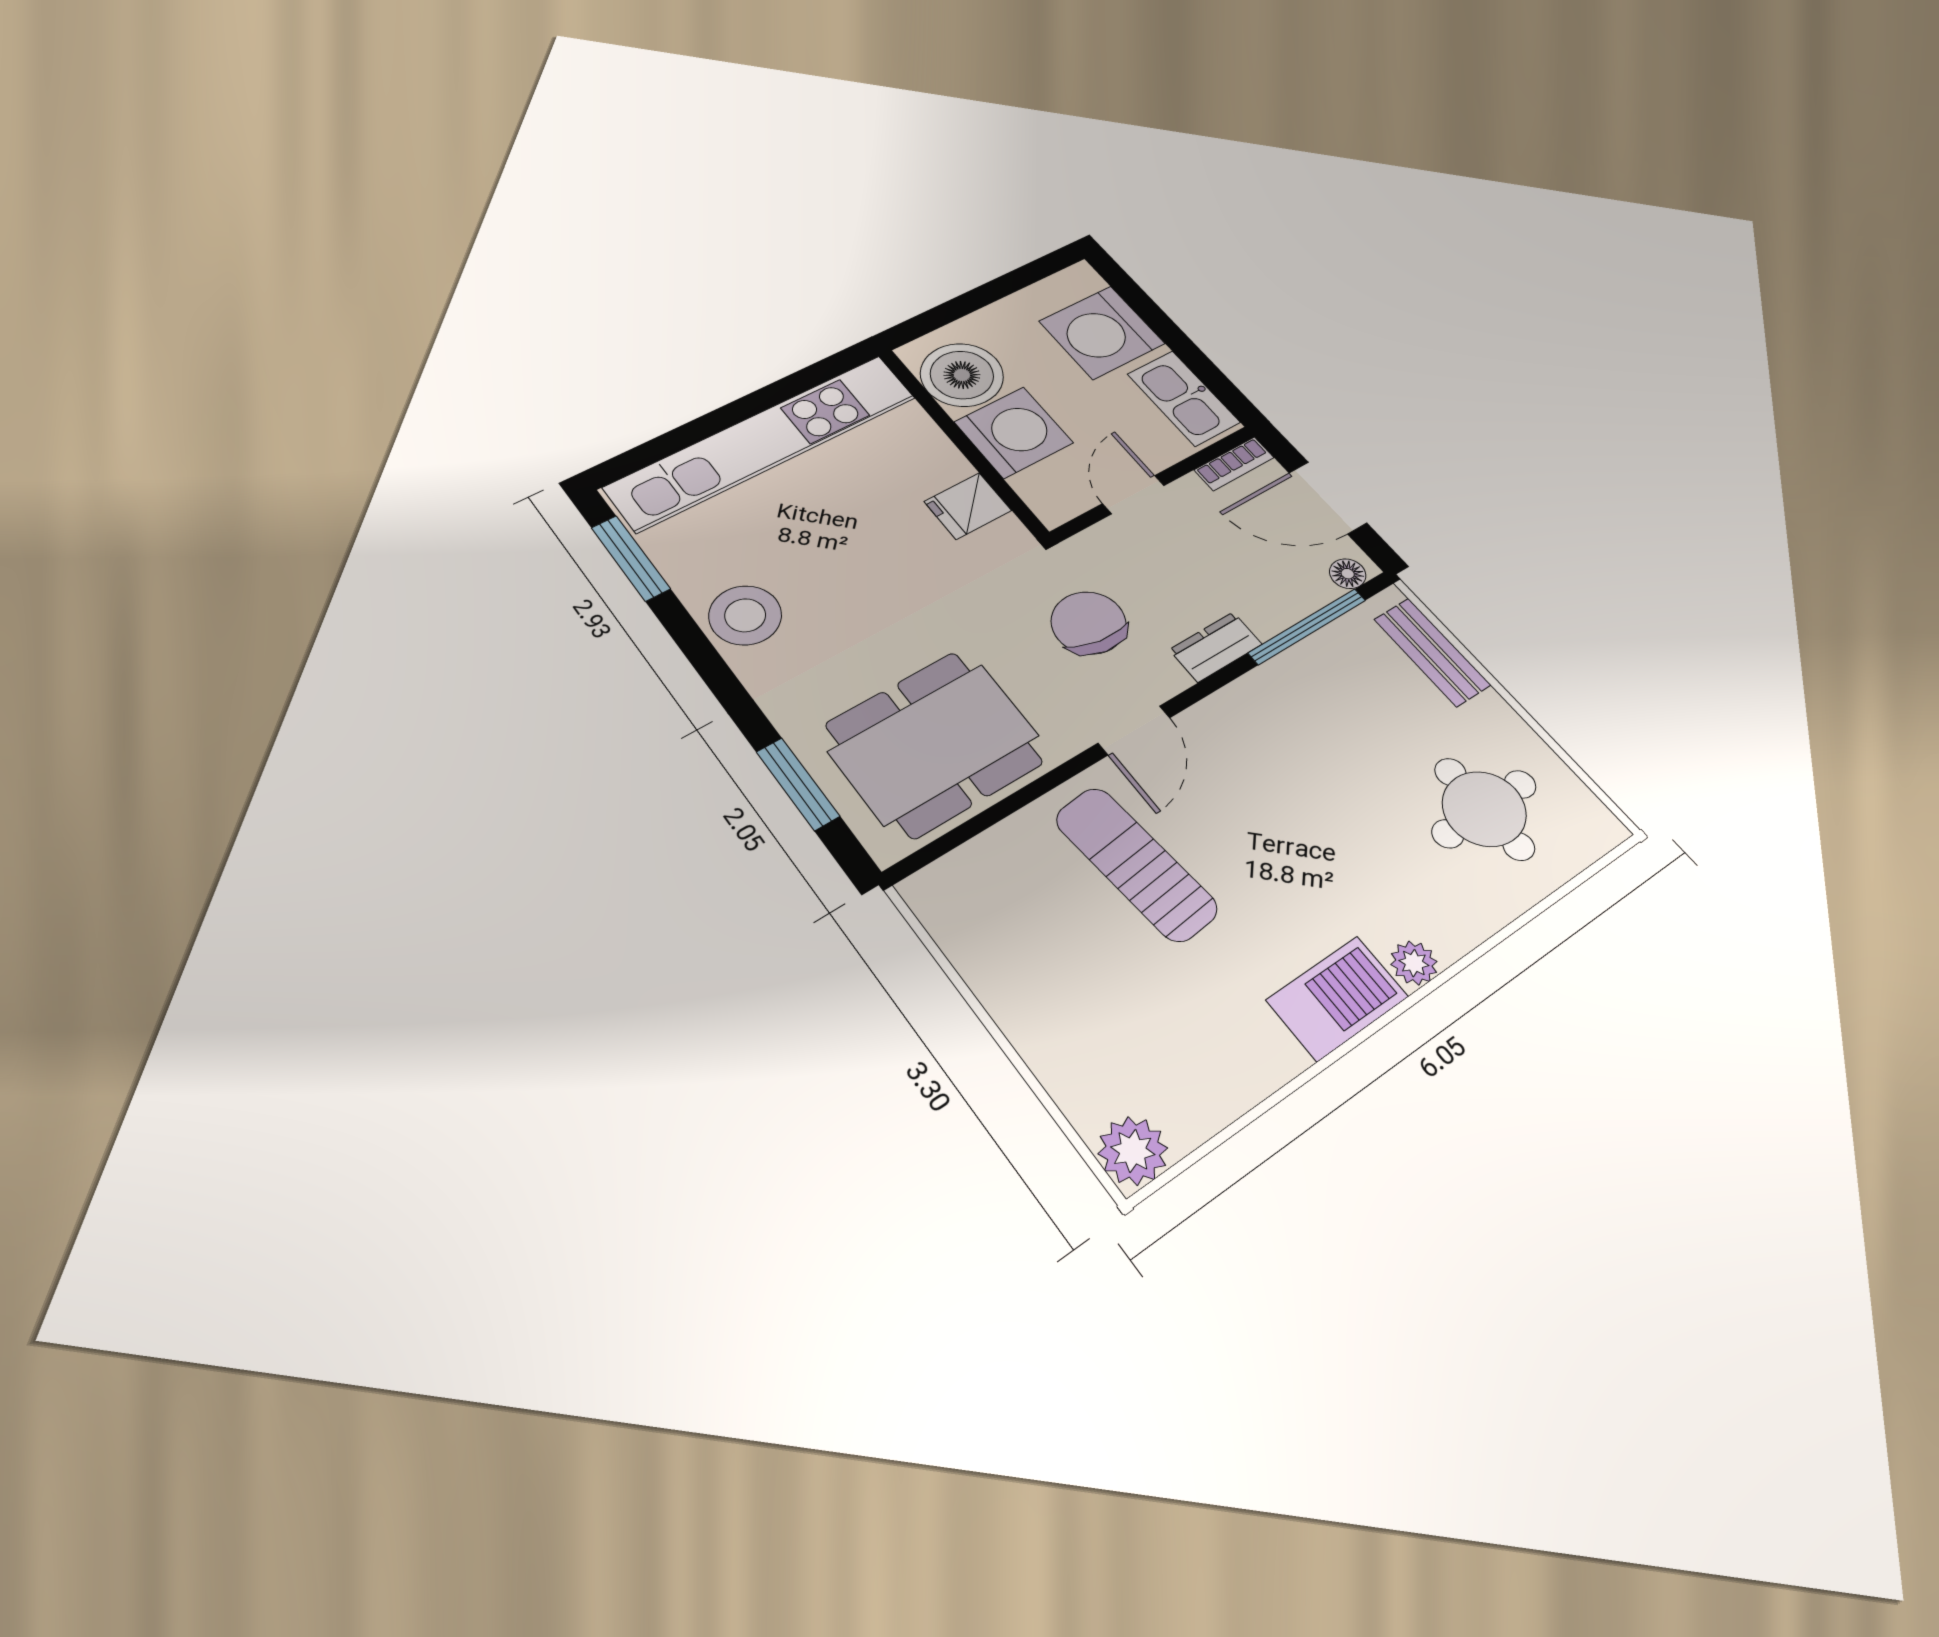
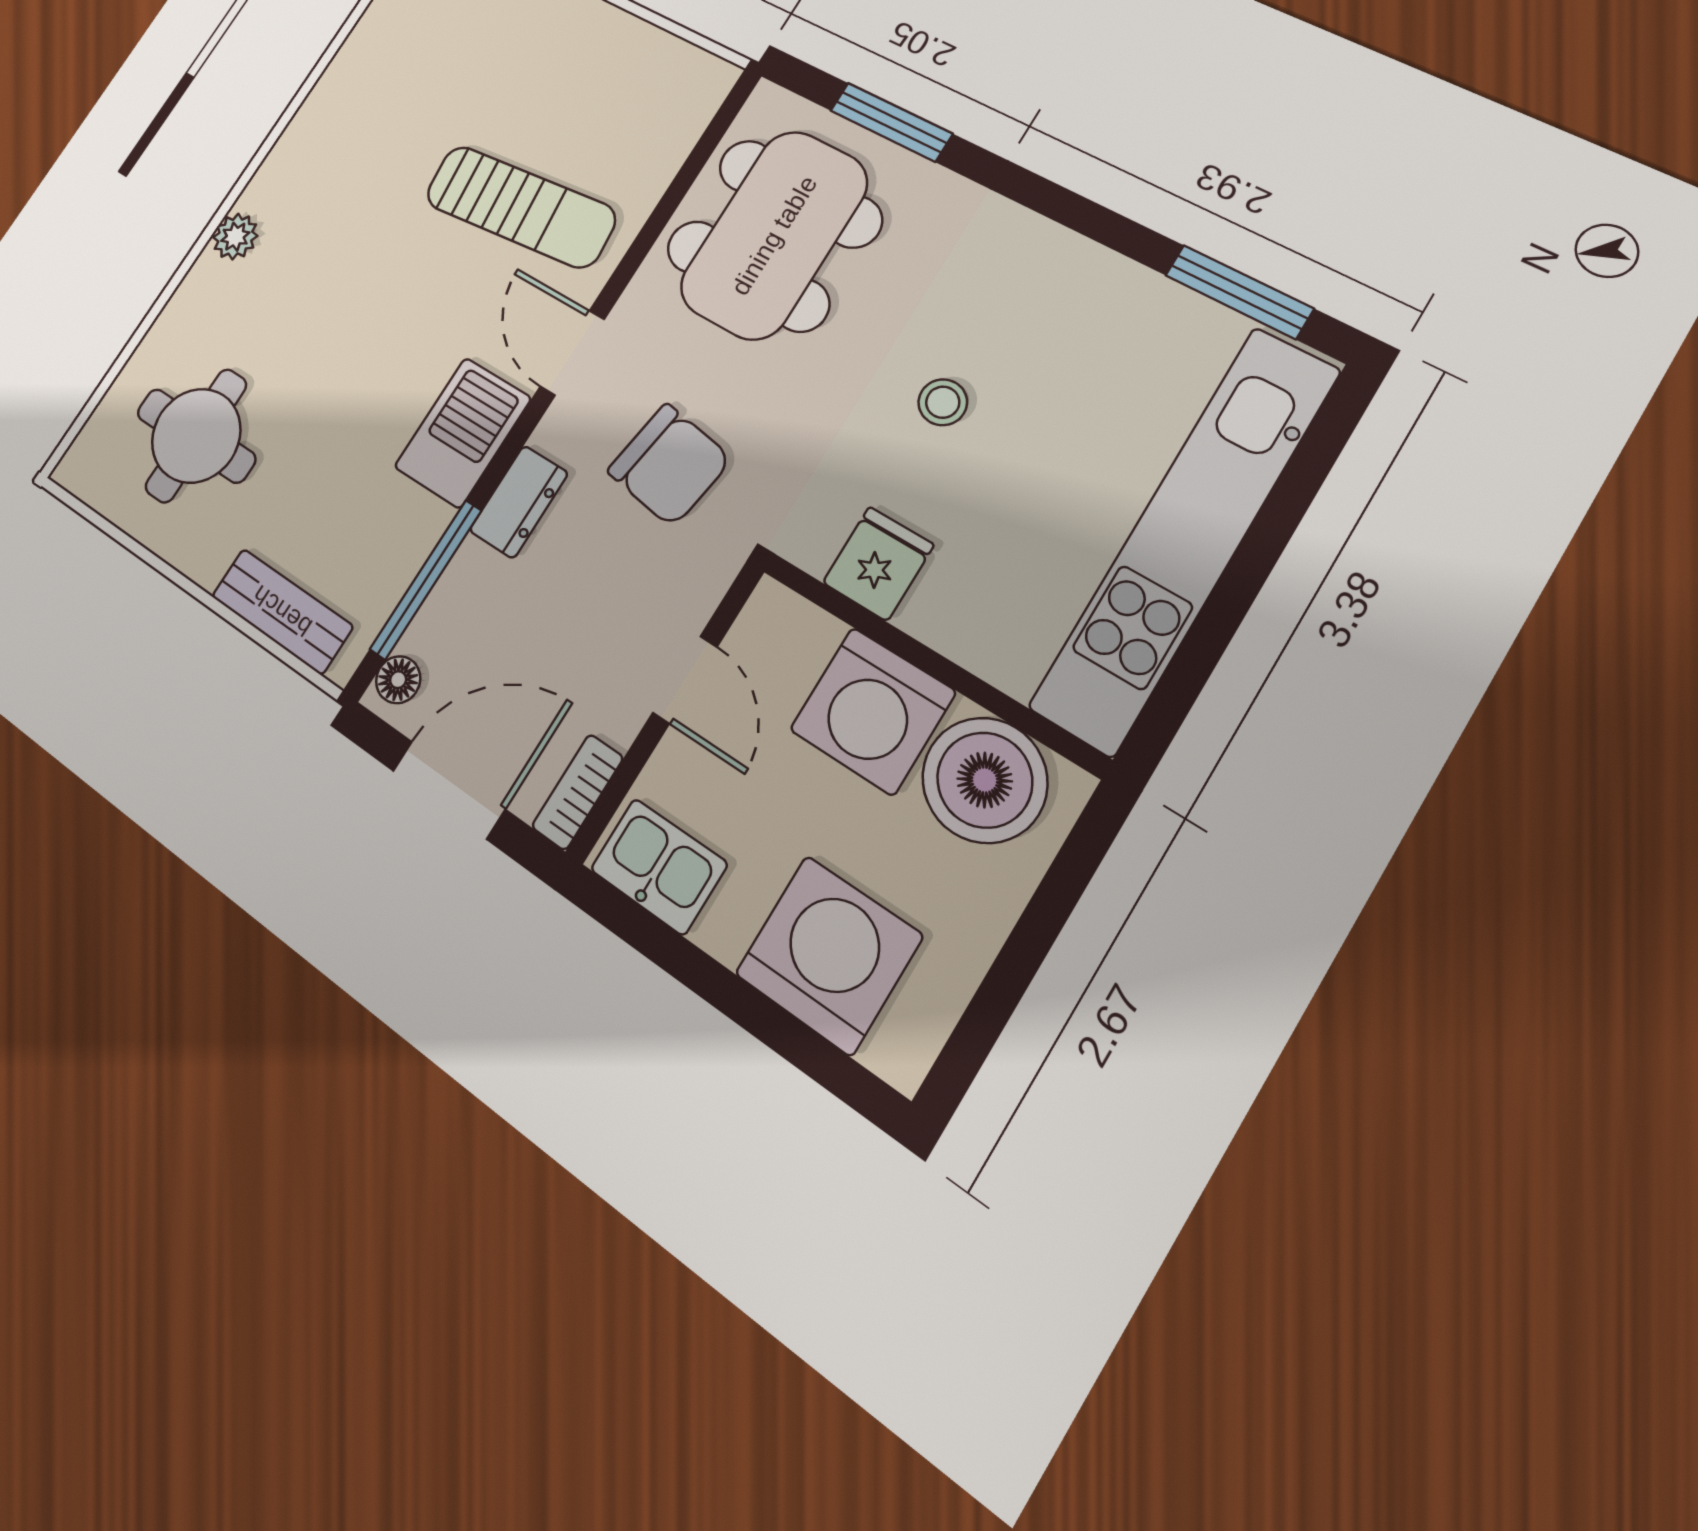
kitchen sink: (1184, 398) -> (659, 866), width x0.73
stool: (745, 615) -> (943, 402), moved, width x0.53, depth x0.53
barbecue: (1337, 998) -> (463, 433), moved, turned 180

